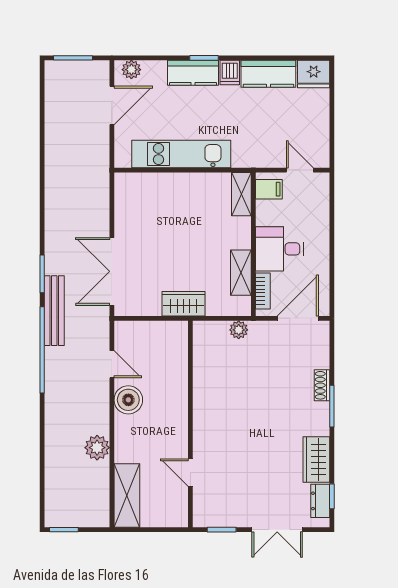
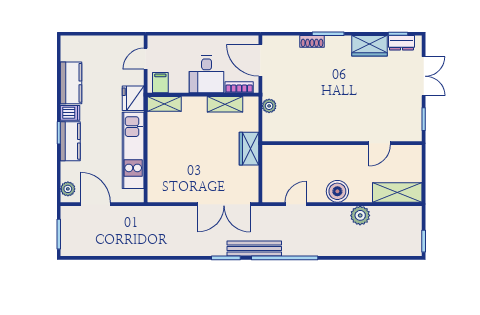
fridge: (314, 74) -> (133, 98), moved, turned 180
boiler: (128, 400) -> (337, 191), moved

